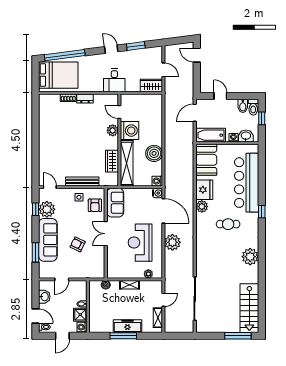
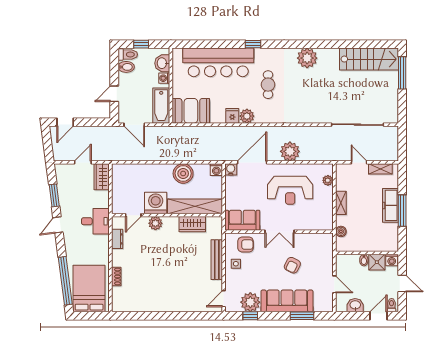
dresser: (85, 98) -> (117, 239), moved
fridge: (204, 190) -> (232, 116), width x0.53, depth x0.75

